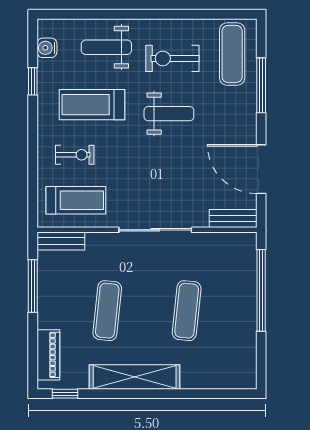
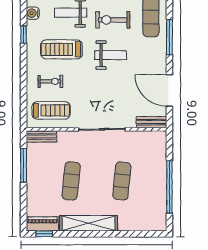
window: (261, 290) -> (169, 187), moved
piano: (48, 355) -> (42, 224), moved, turned -90

